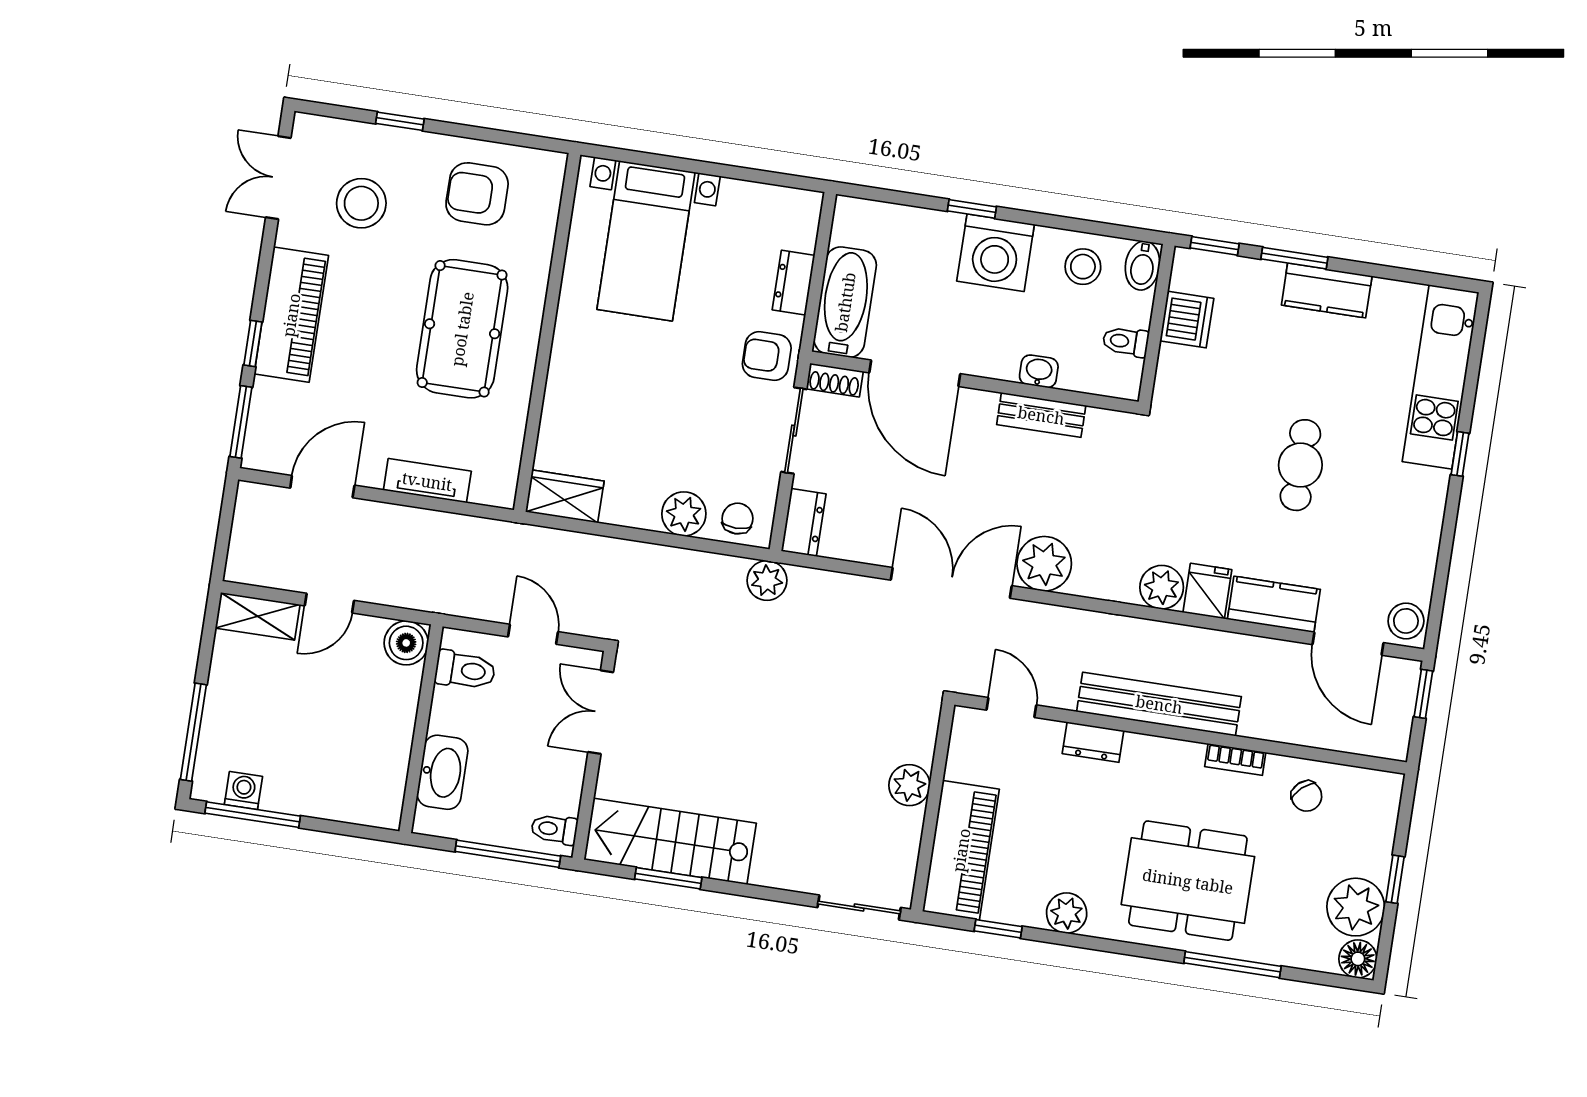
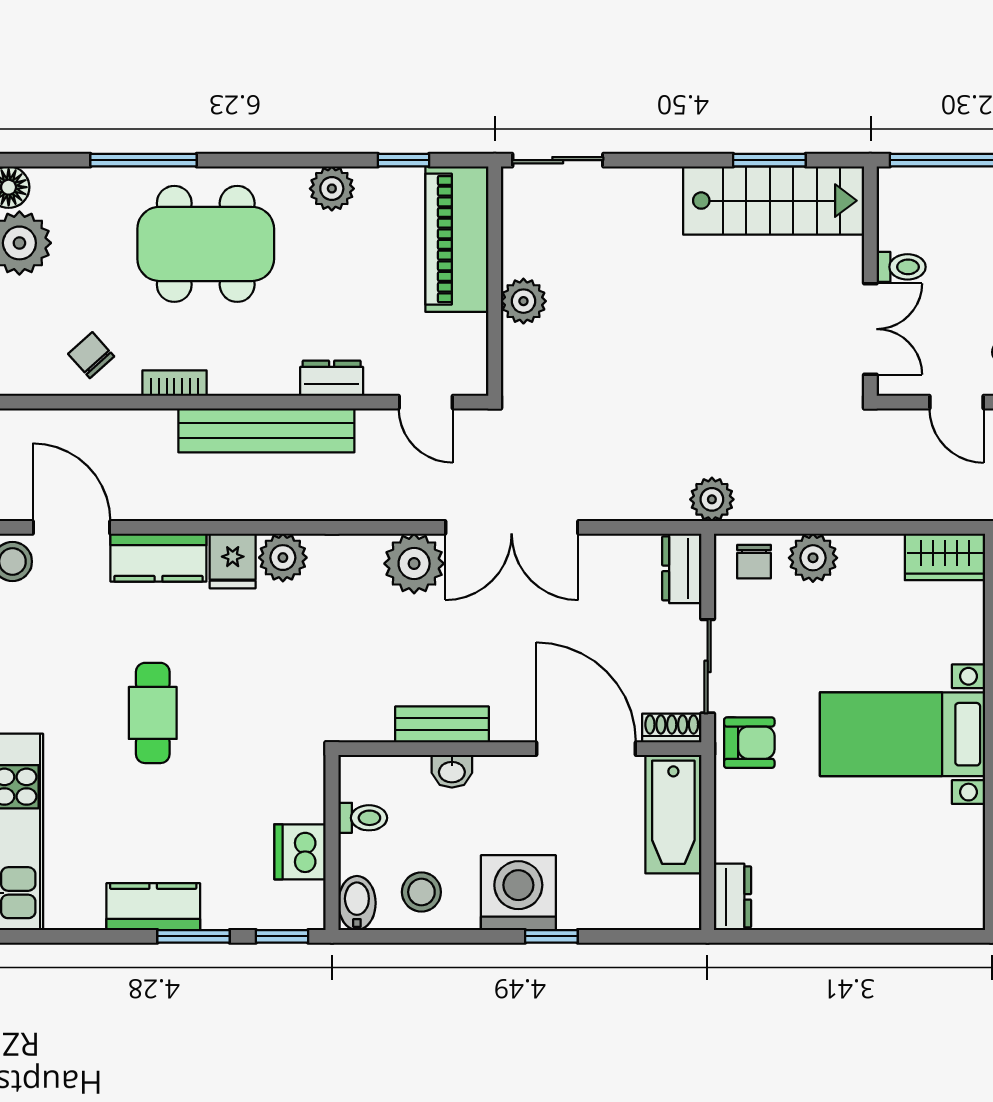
bed with nightstands: (646, 241) -> (902, 734), moved, turned -90
dresser: (794, 283) -> (732, 897), moved
toilet: (554, 829) -> (901, 267), moved

